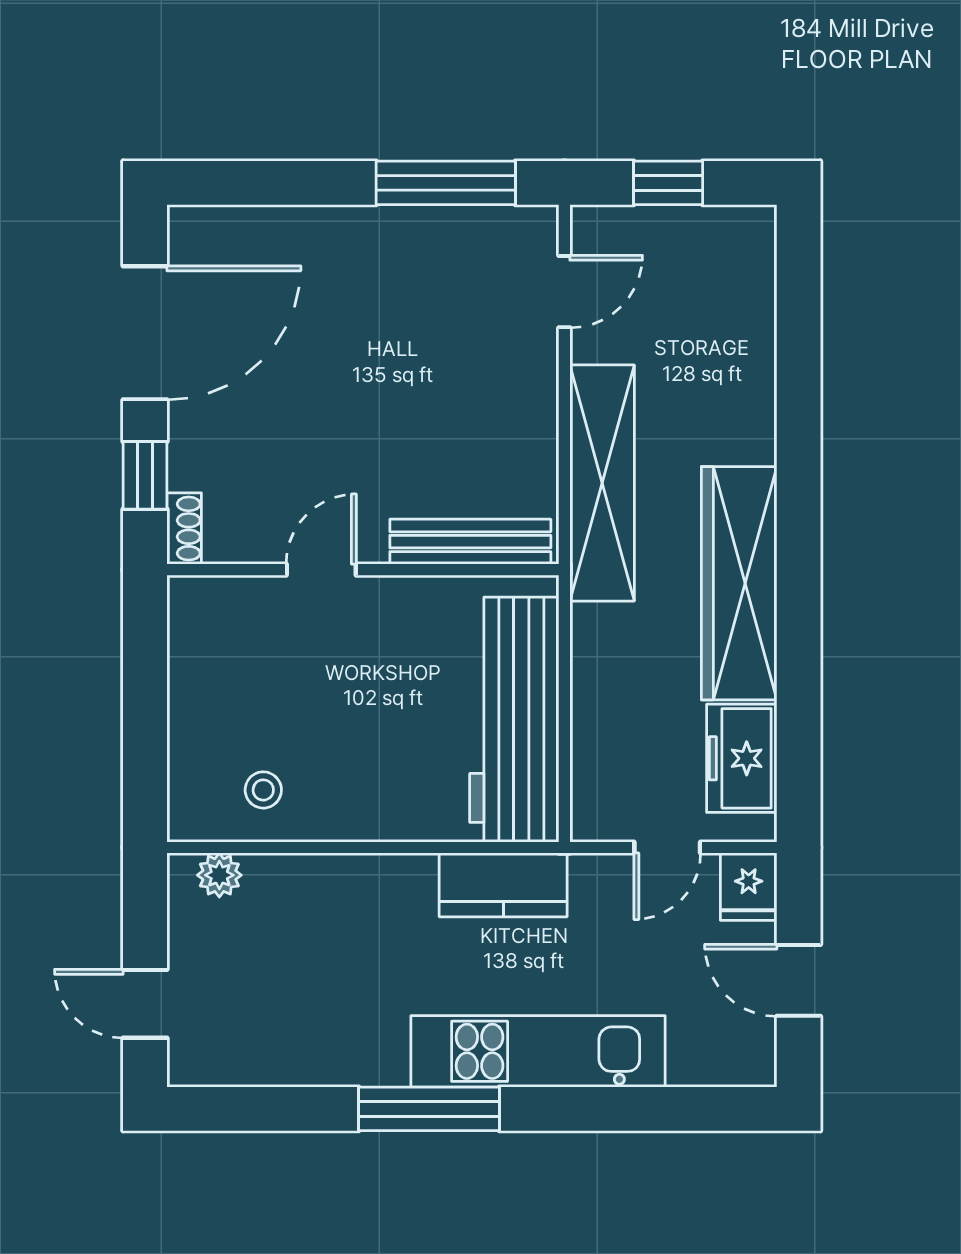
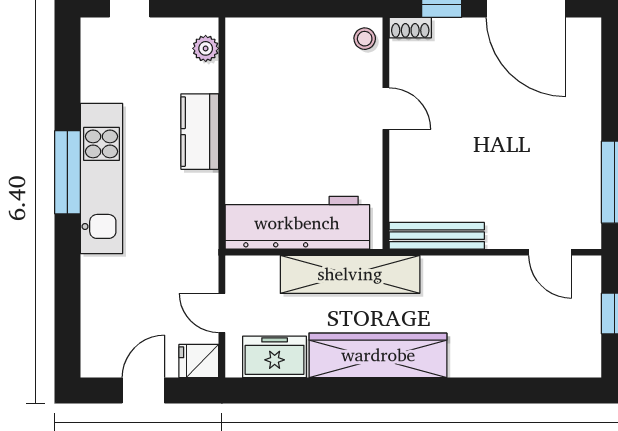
shelving: (602, 483) -> (350, 274), moved
bench: (470, 542) -> (437, 236), moved, turned 90
stool: (263, 790) -> (365, 39), moved
kitchen counter: (503, 885) -> (200, 132), moved
kitchen unit: (538, 1051) -> (102, 178), moved

